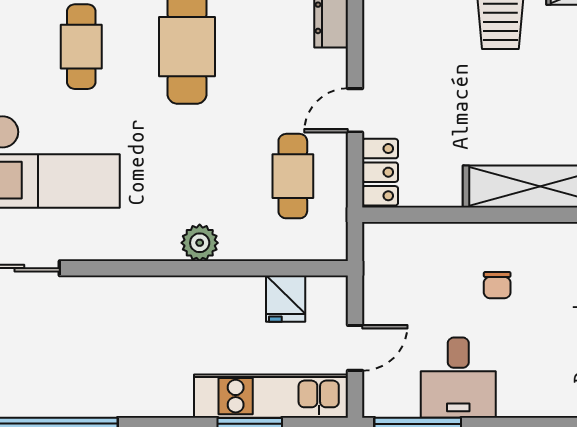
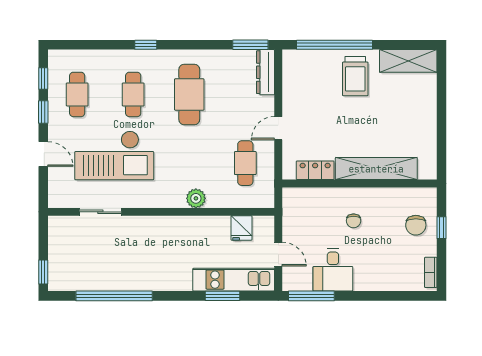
locker: (380, 172) -> (315, 170), moved, turned -90
door: (355, 348) -> (278, 254), hinge flipped

